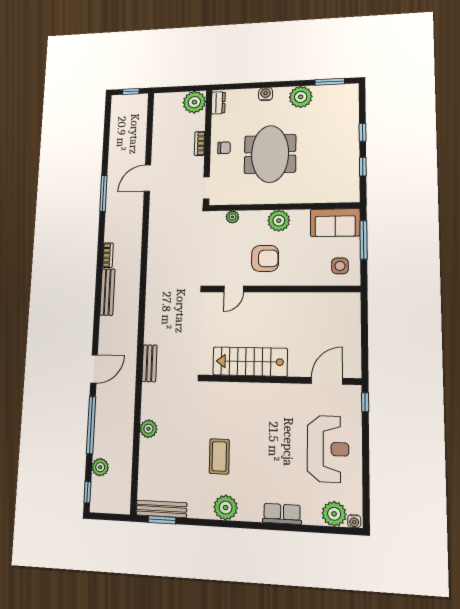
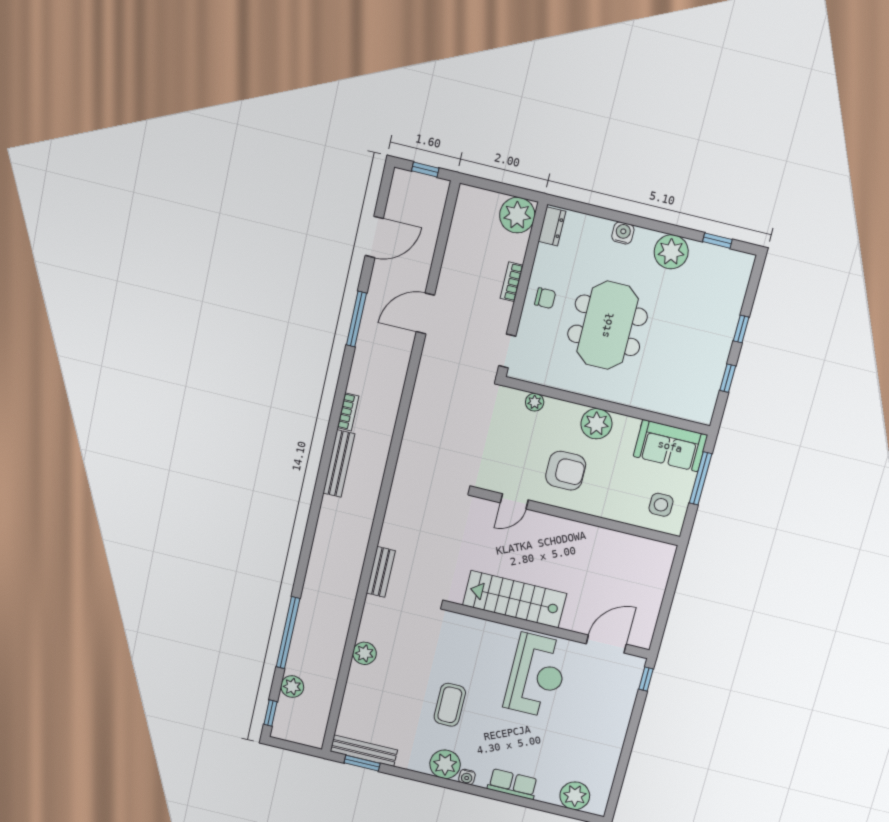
window: (330, 82) -> (717, 241), width x0.67
door: (94, 369) -> (374, 237), moved
reception desk: (328, 449) -> (537, 675), moved
water cooler: (354, 521) -> (467, 777), moved

